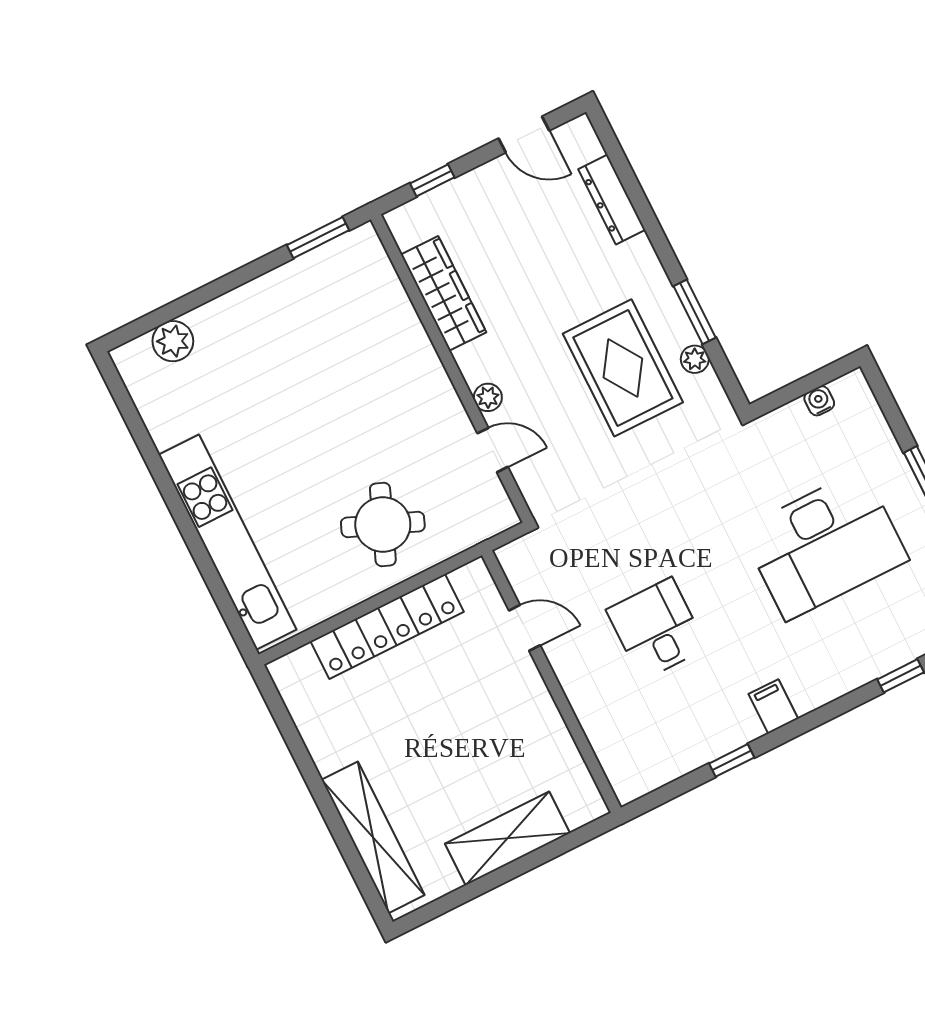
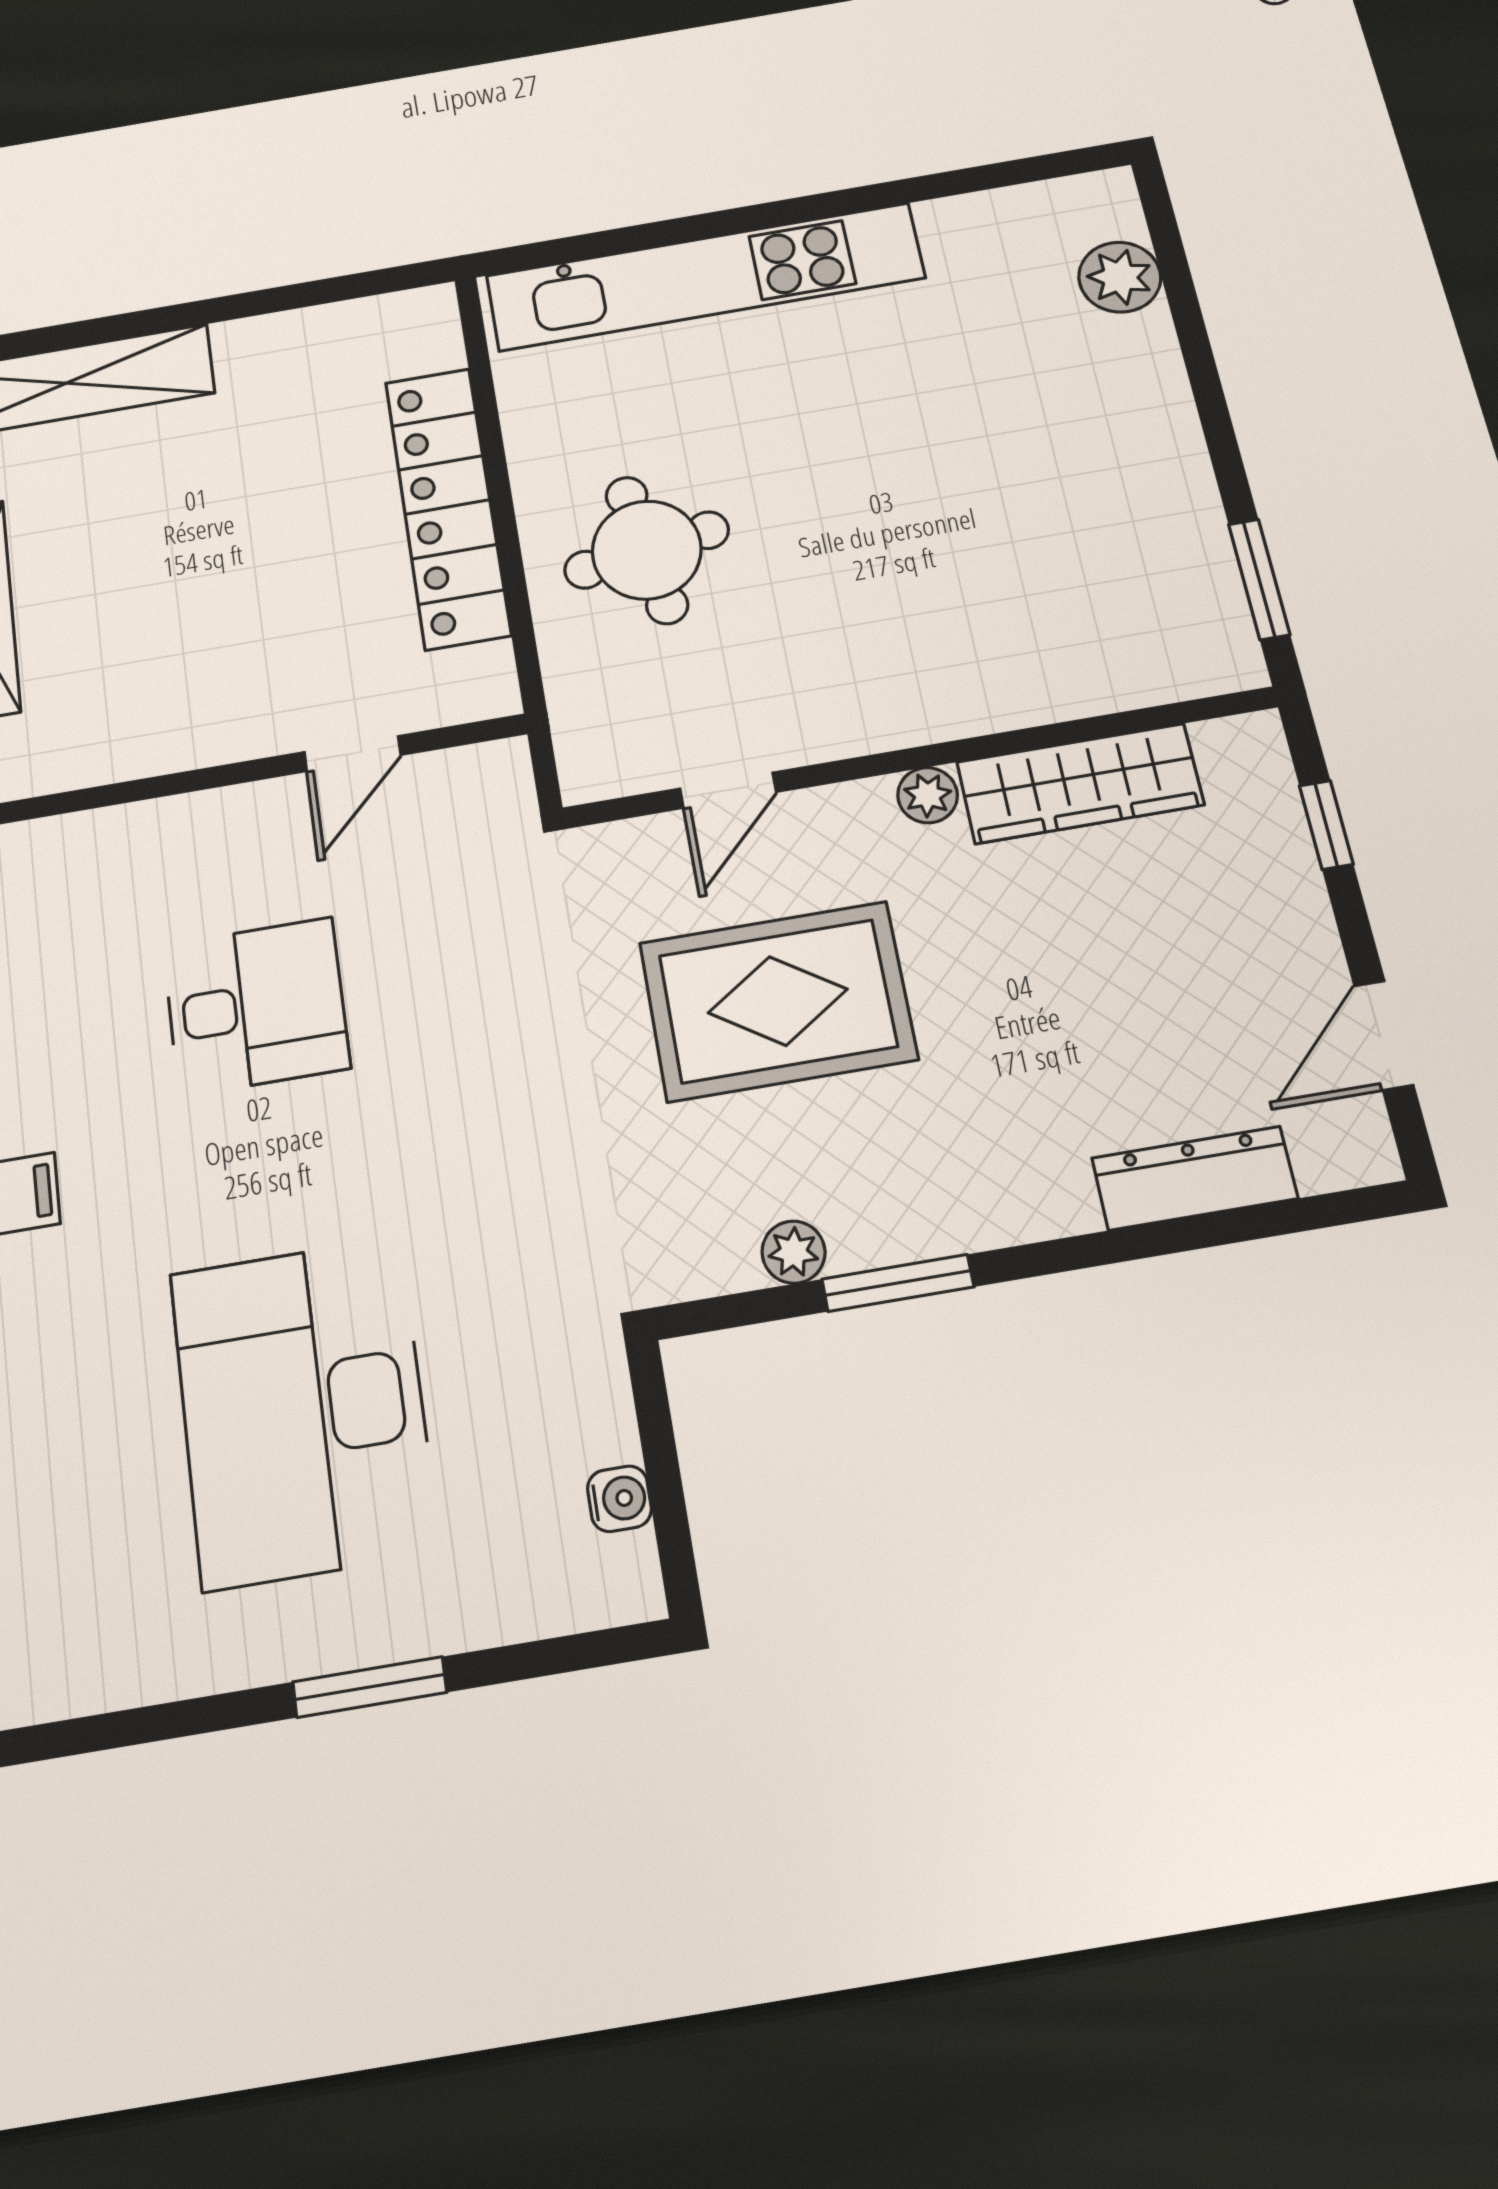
rug: (623, 368) -> (778, 1001), moved
plant: (488, 397) -> (928, 795), moved
round table: (383, 525) -> (647, 550), turned -31

